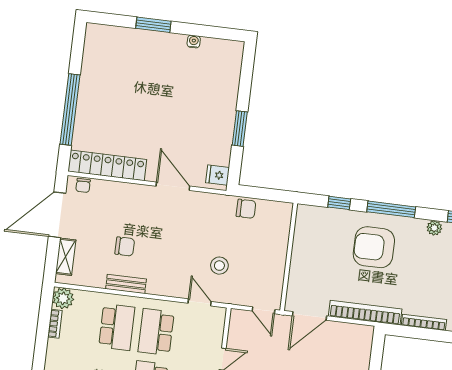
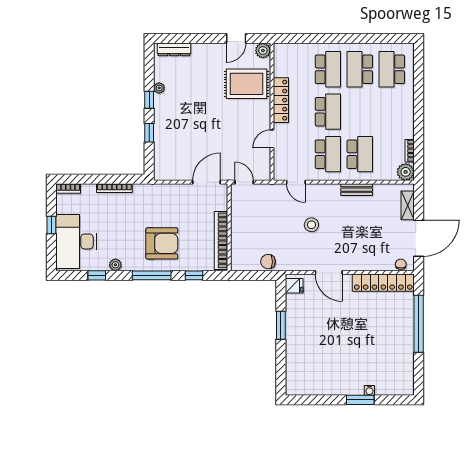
water cooler: (194, 42) -> (369, 390), moved
chair: (125, 246) -> (361, 219), removed
stool: (219, 266) -> (311, 225), moved
bookcase: (365, 313) -> (221, 240), moved, turned 90
school desk: (117, 327) -> (360, 154), turned 180

